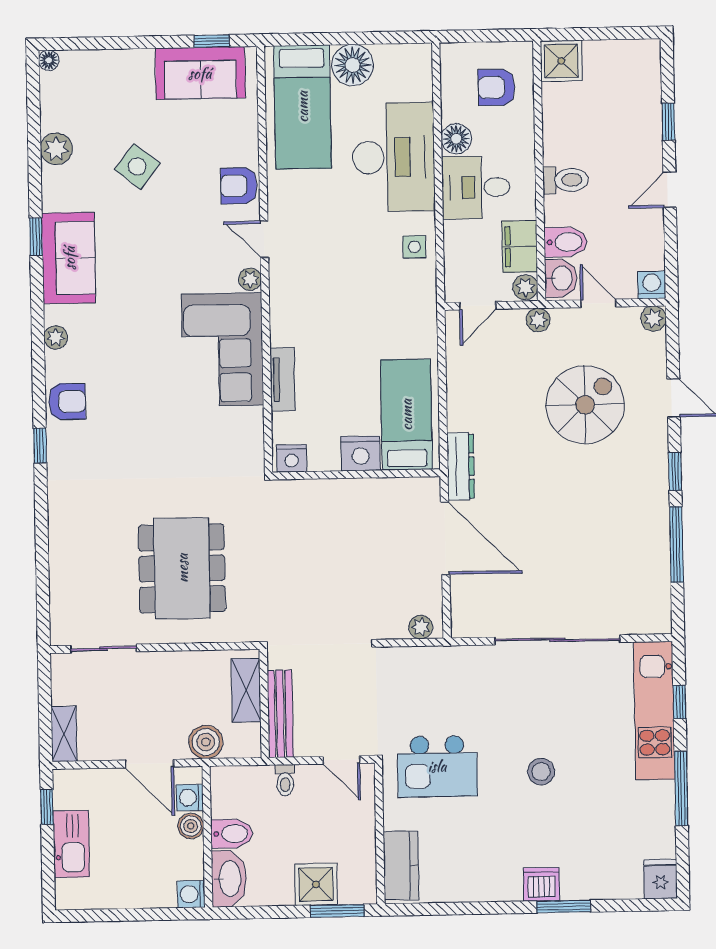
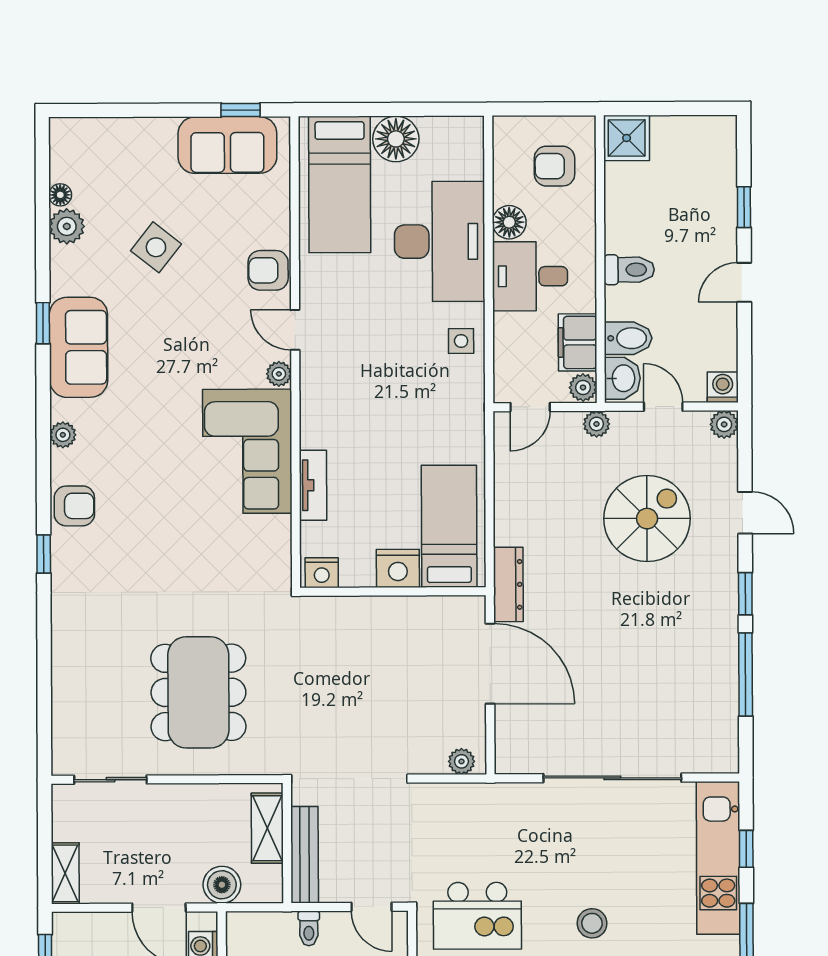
floor lamp: (49, 60) -> (60, 195), moved

